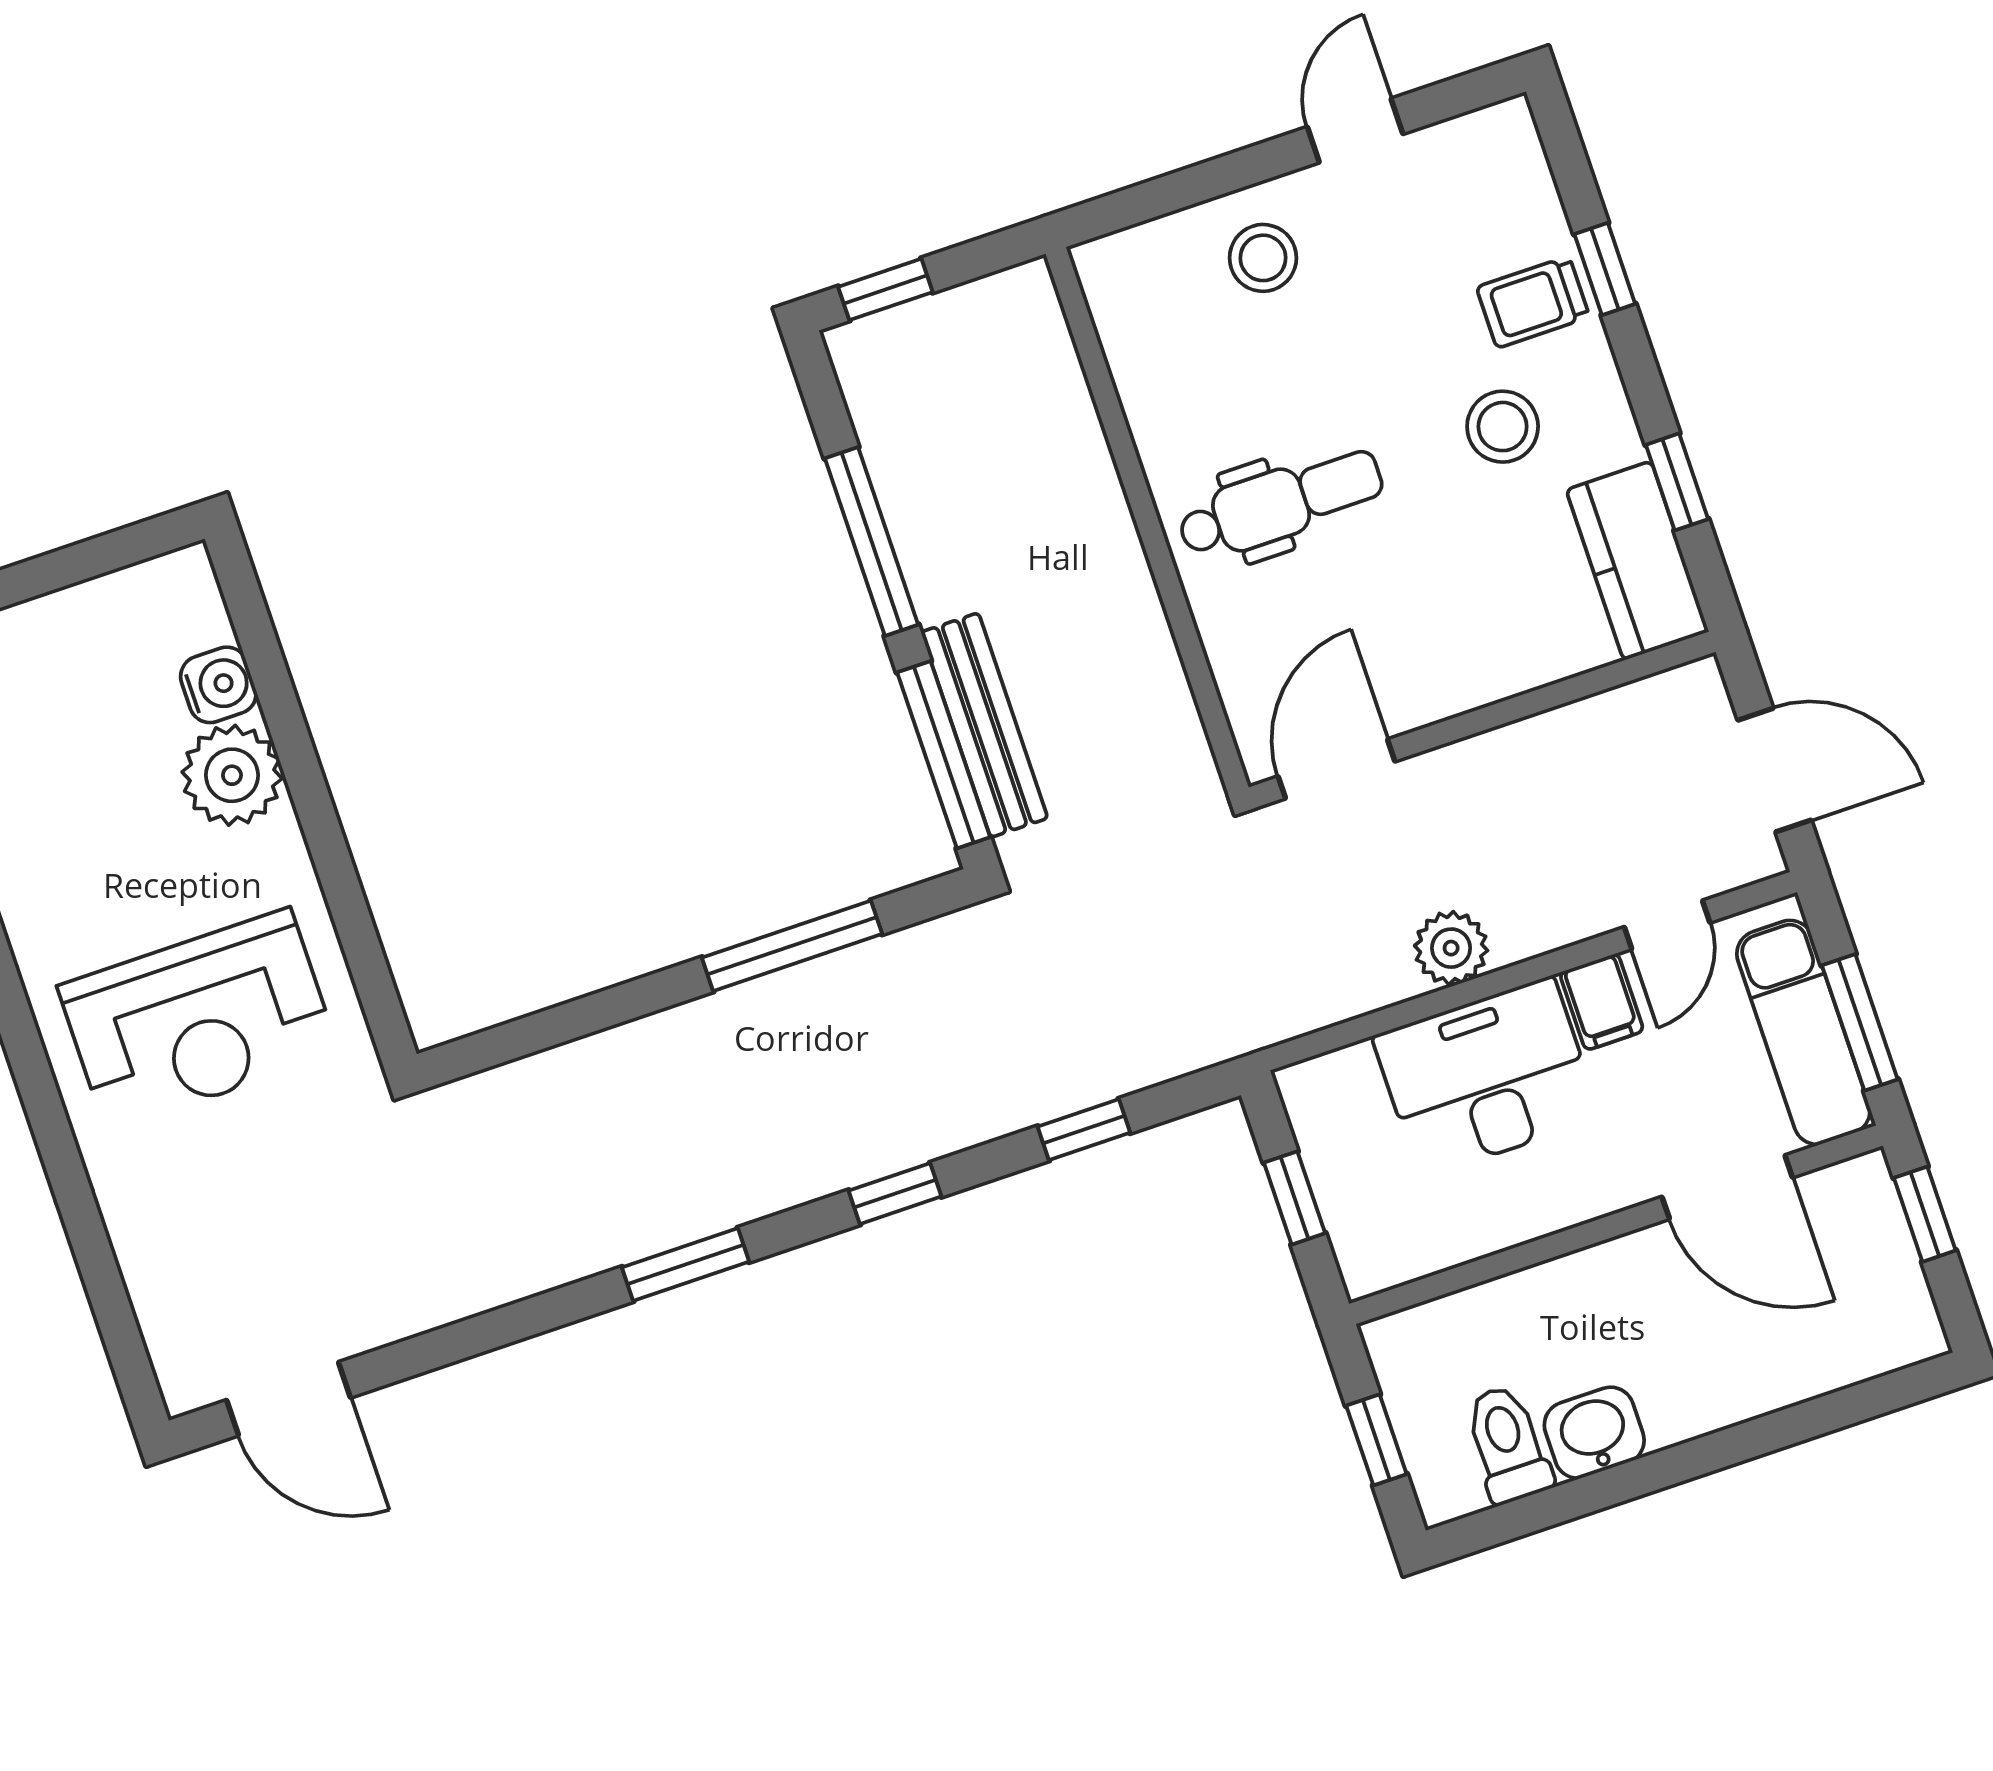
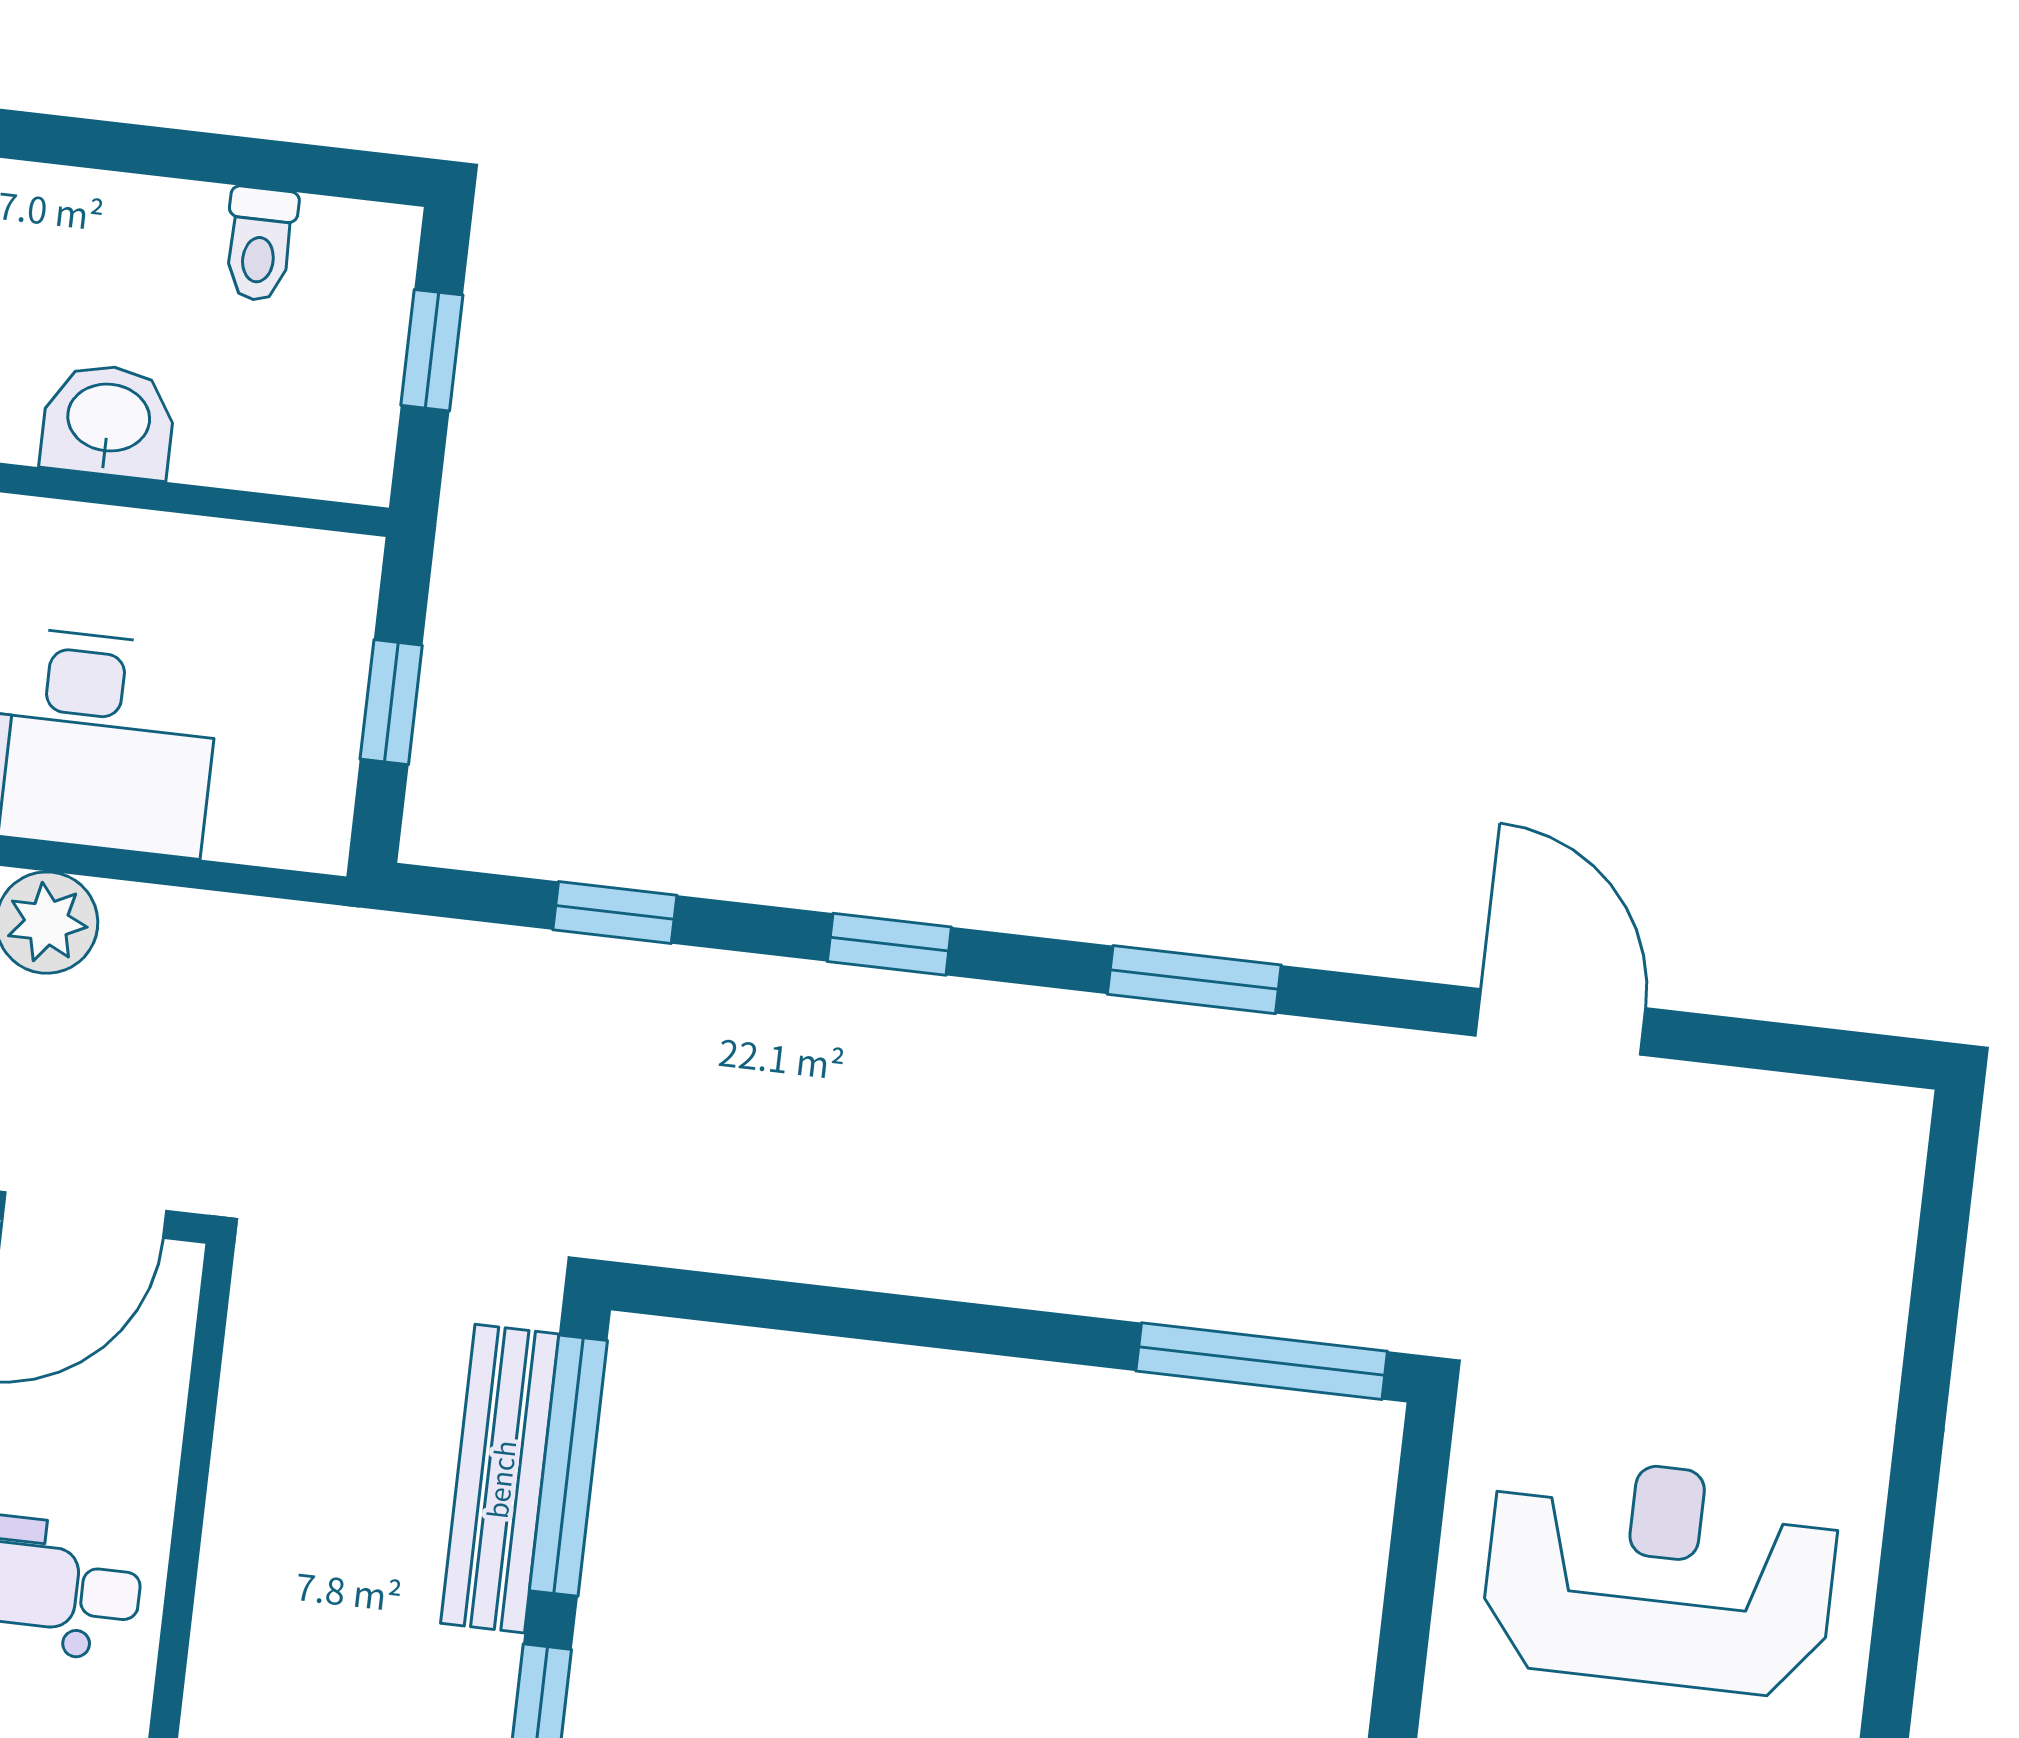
window: (792, 946) -> (1262, 1361), moved
door: (289, 1399) -> (1561, 1022), moved
washbasin: (1594, 1433) -> (108, 421), moved, turned 180
toilet: (1508, 1444) -> (260, 244), width x0.73, depth x0.72

